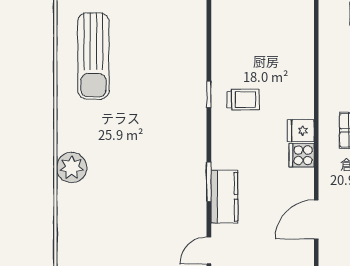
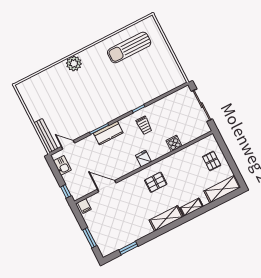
cooker: (302, 155) -> (174, 143), moved
kitchen counter: (224, 197) -> (108, 133), moved

